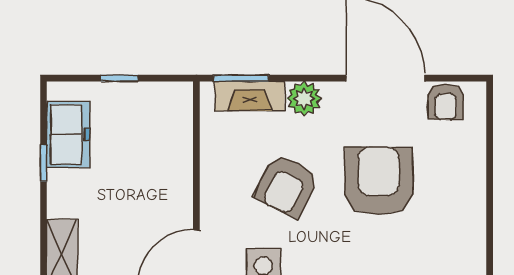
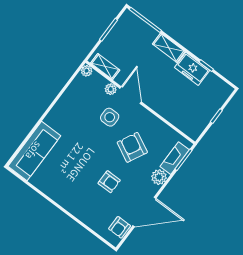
armchair: (446, 102) -> (120, 227), turned -90
freezer: (68, 134) -> (192, 69), moved
armchair: (379, 181) -> (109, 182), width x0.53, depth x0.53

